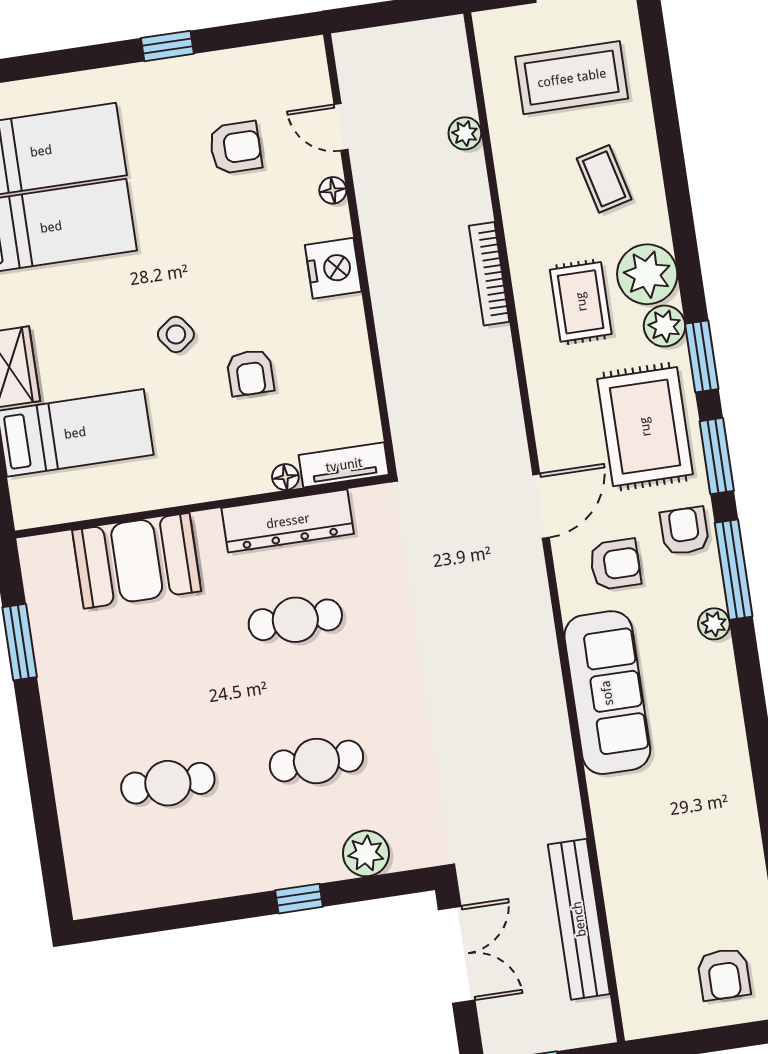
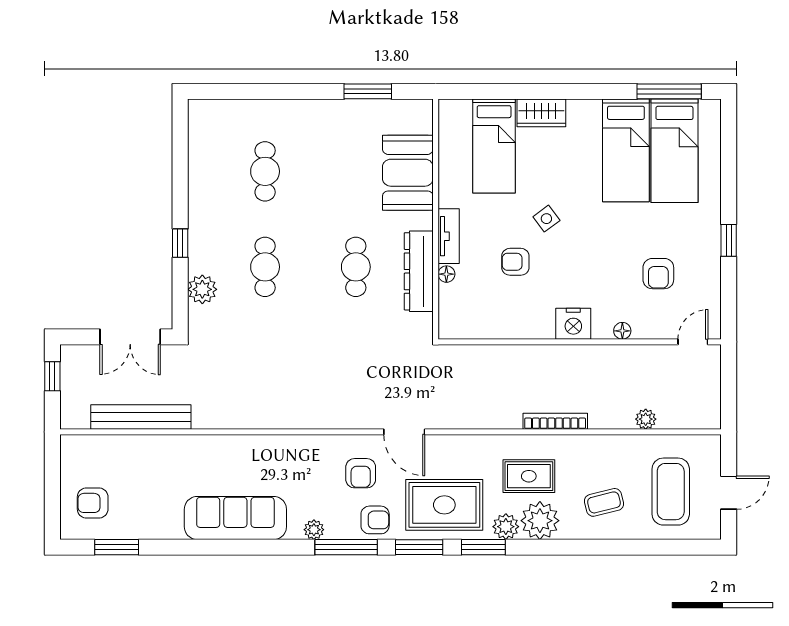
door: (341, 127) -> (693, 342), moved
tv unit: (344, 465) -> (449, 236), moved
sofa: (607, 693) -> (235, 518), moved, turned 180

